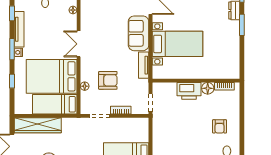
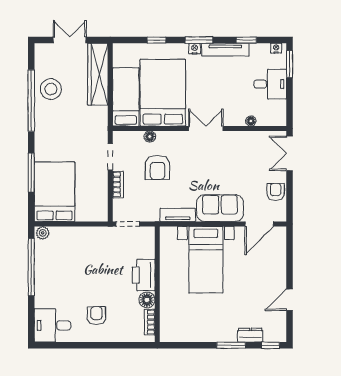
armchair: (220, 126) -> (96, 316), turned 90

